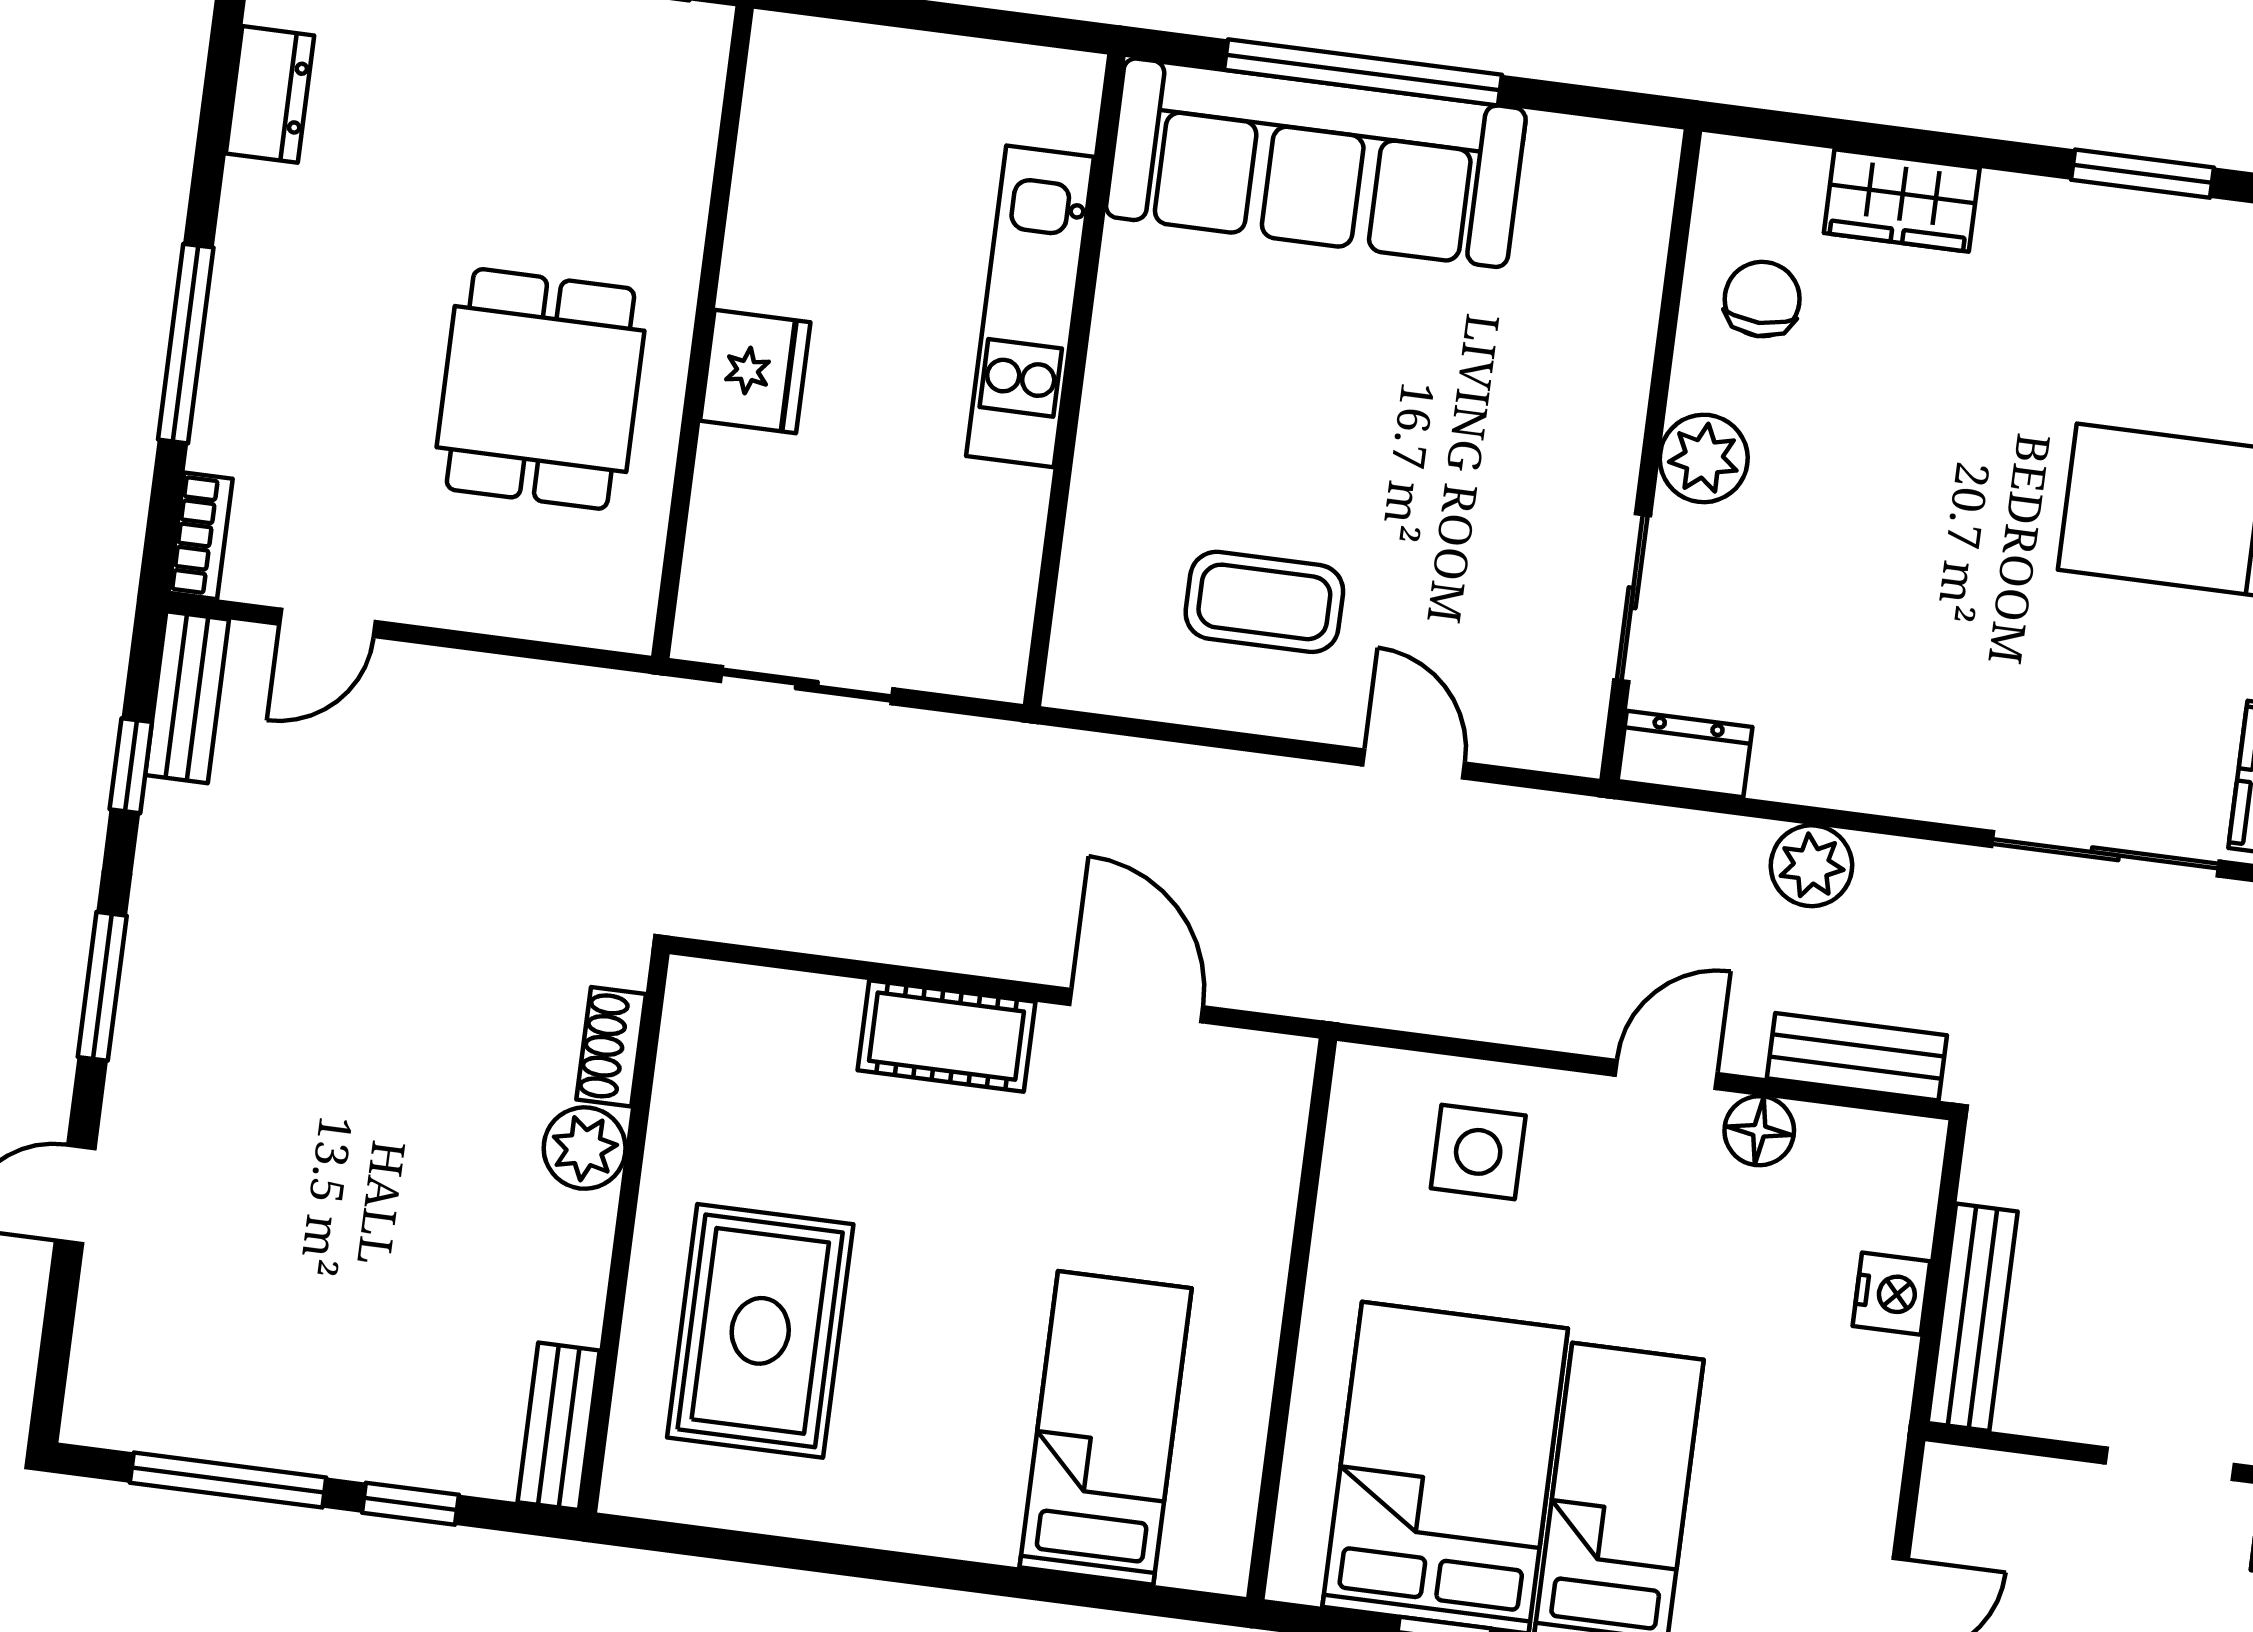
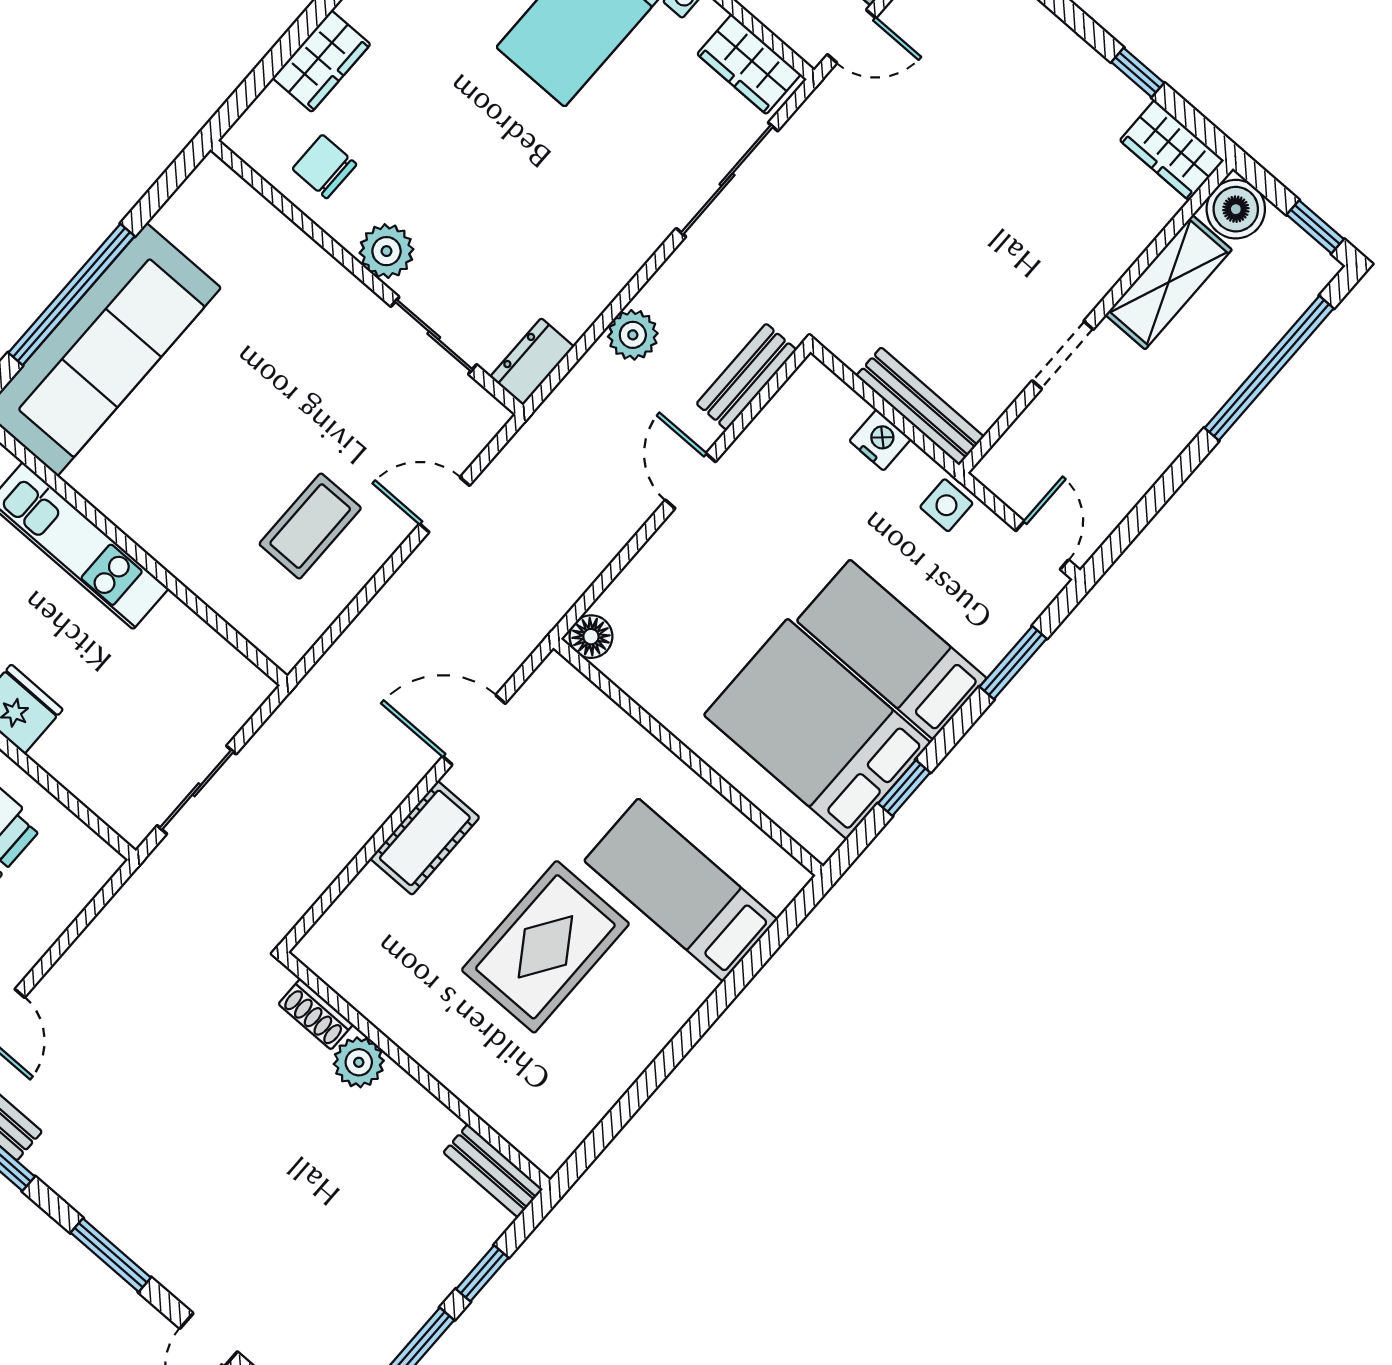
floor lamp: (1759, 1131) -> (591, 637), moved
side table: (1478, 1152) -> (946, 505), moved, width x0.73, depth x0.73
rug: (760, 1331) -> (545, 947), moved, turned 90

